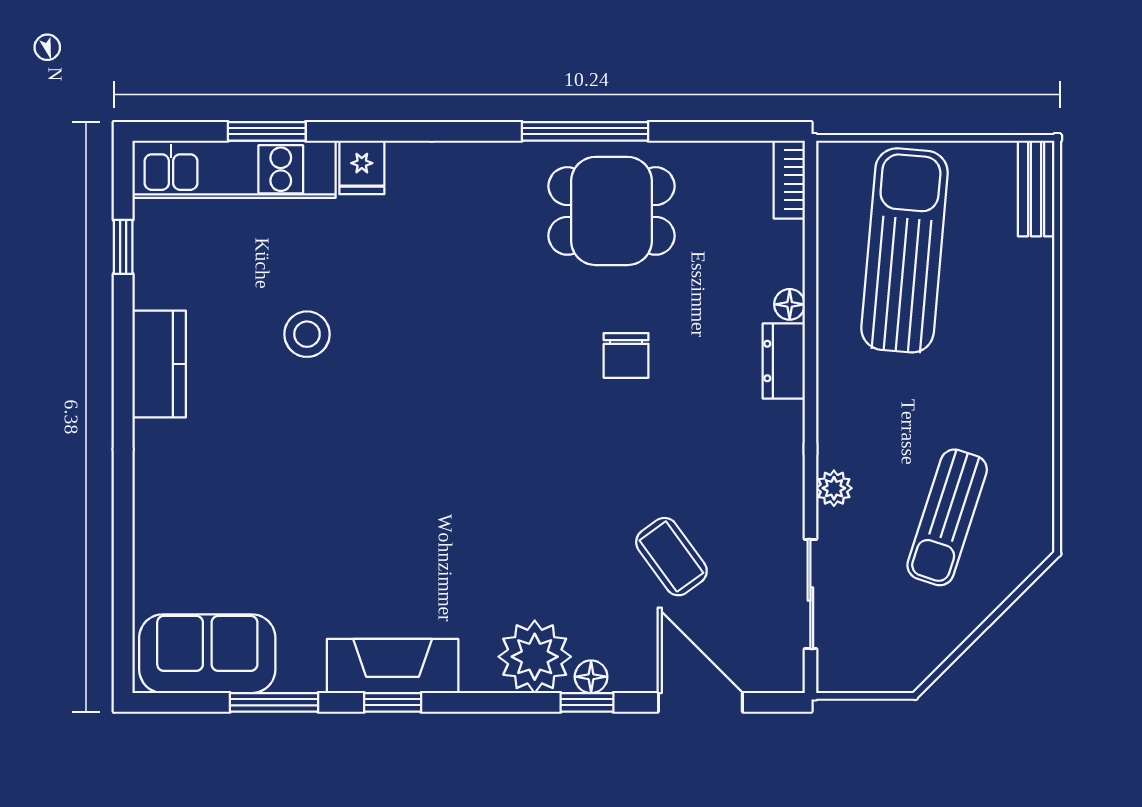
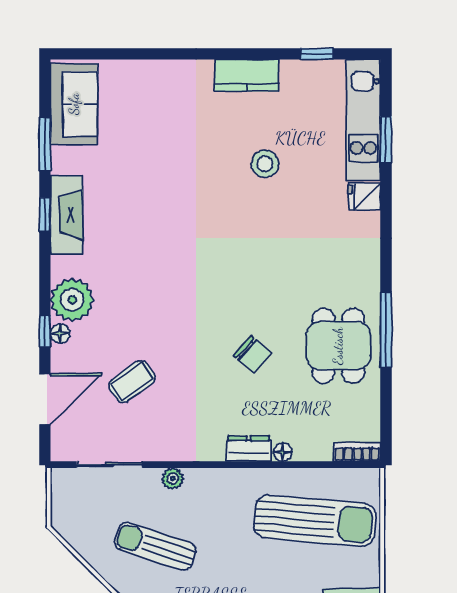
chair: (626, 355) -> (252, 354), turned -138

